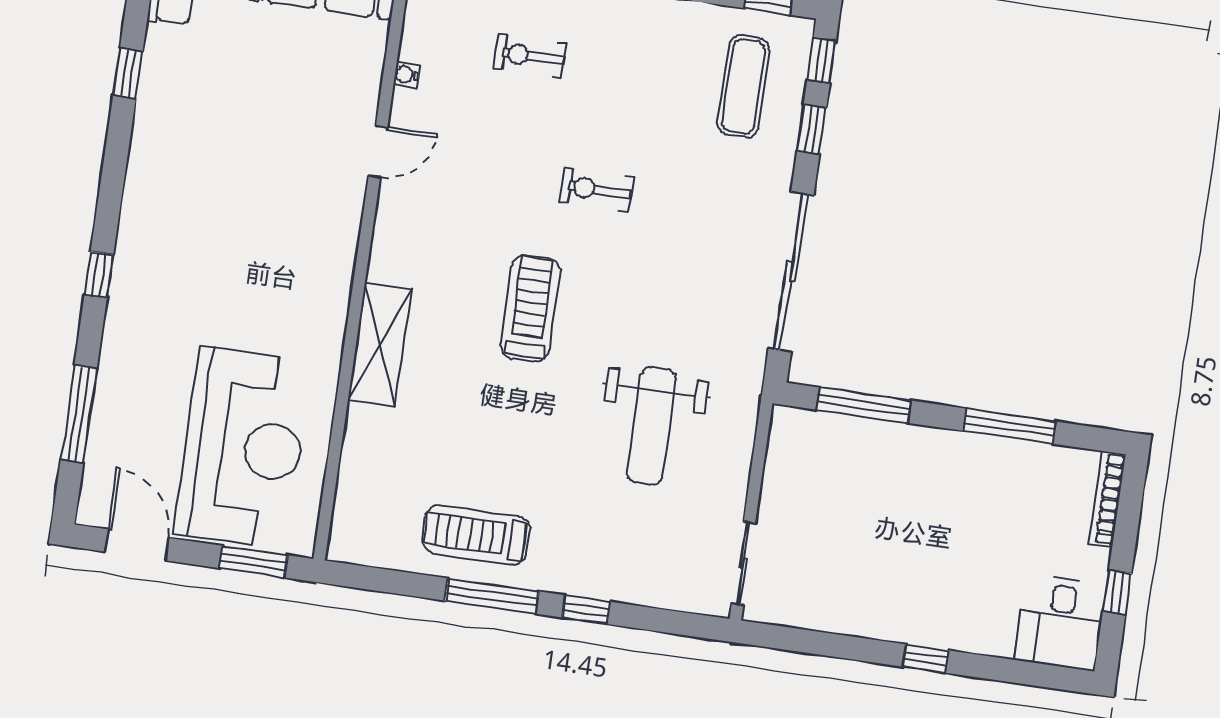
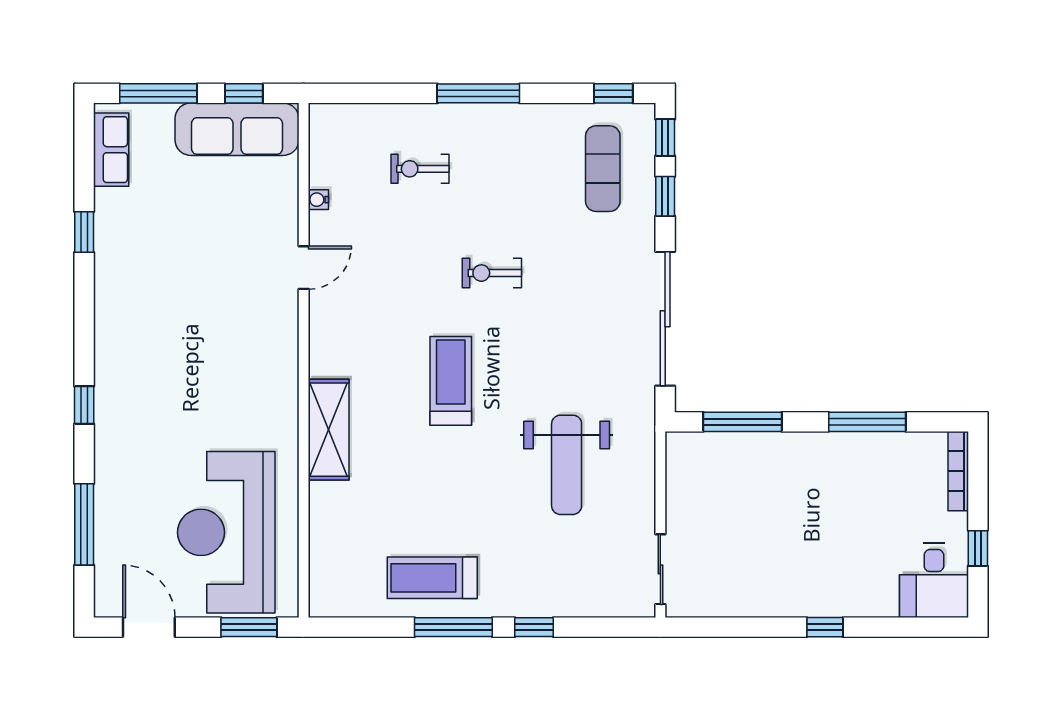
reception desk: (243, 447) -> (226, 532), turned 180

